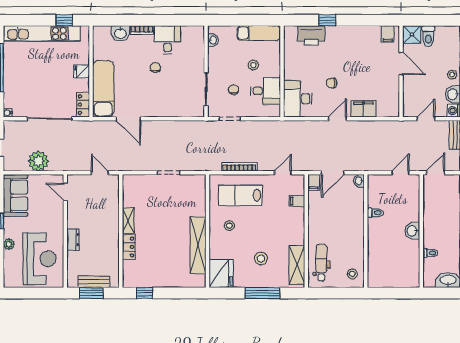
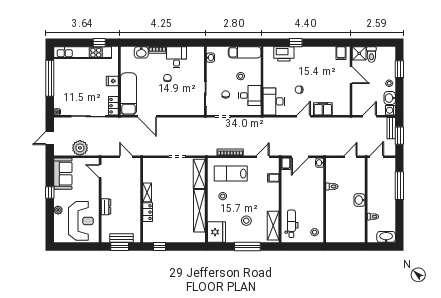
shelving: (198, 196) -> (199, 174), added

